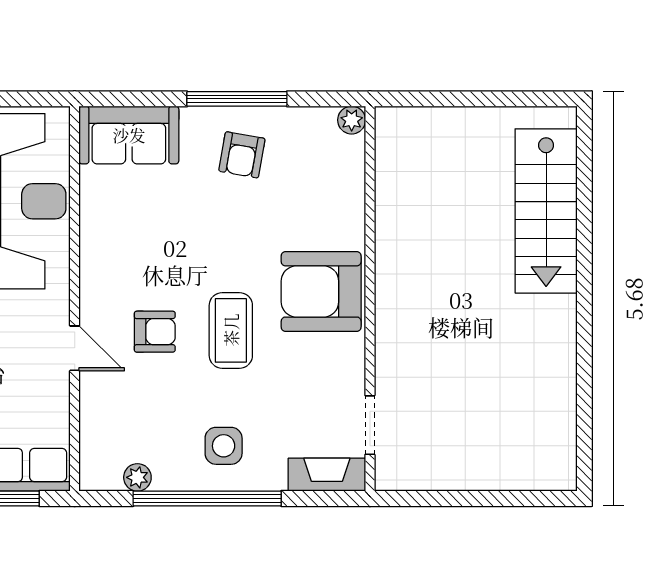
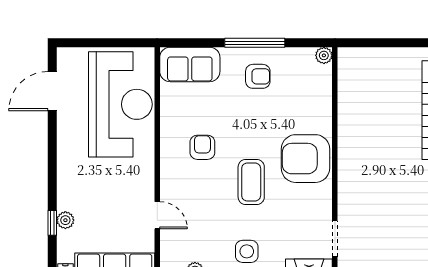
armchair: (242, 155) -> (258, 76), turned -100
armchair: (155, 332) -> (202, 147), moved, turned -90
door: (75, 348) -> (157, 215), moved

